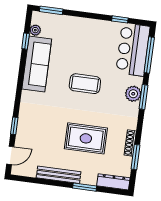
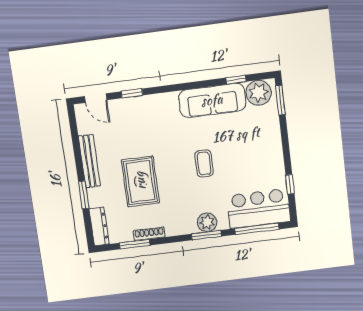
plant: (35, 30) -> (259, 93), width x1.88, depth x1.88
coffee table: (85, 84) -> (204, 163), width x0.73, depth x0.77

